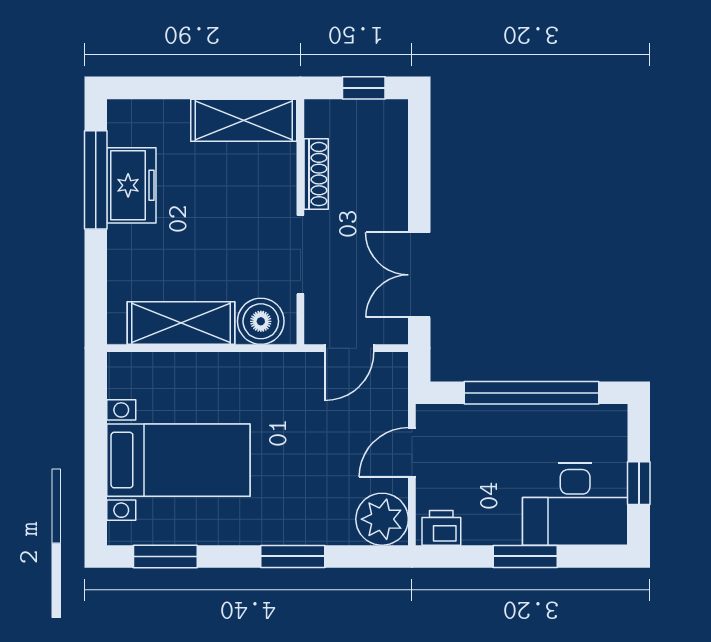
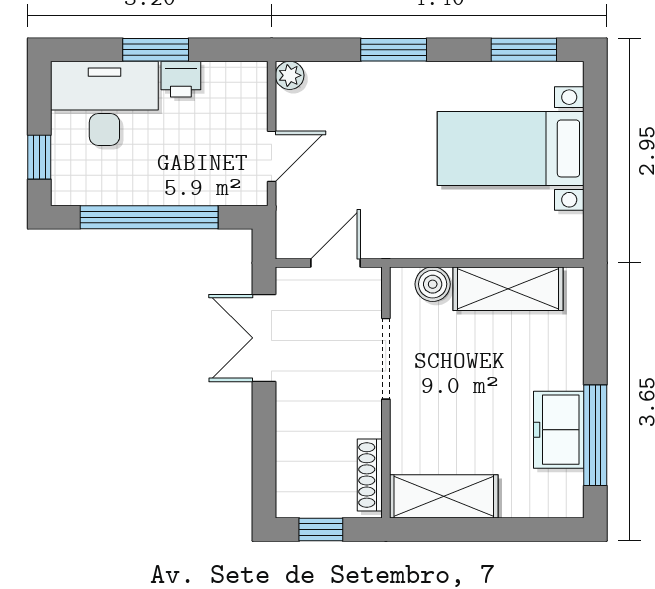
shoe rack: (316, 174) -> (370, 475), moved
double door: (419, 275) -> (264, 338), swing flipped
boiler: (261, 321) -> (433, 284), width x0.73, depth x0.73
window: (639, 483) -> (39, 157), moved
plant: (382, 519) -> (290, 75), width x0.53, depth x0.53
printer: (441, 528) -> (181, 79), moved

